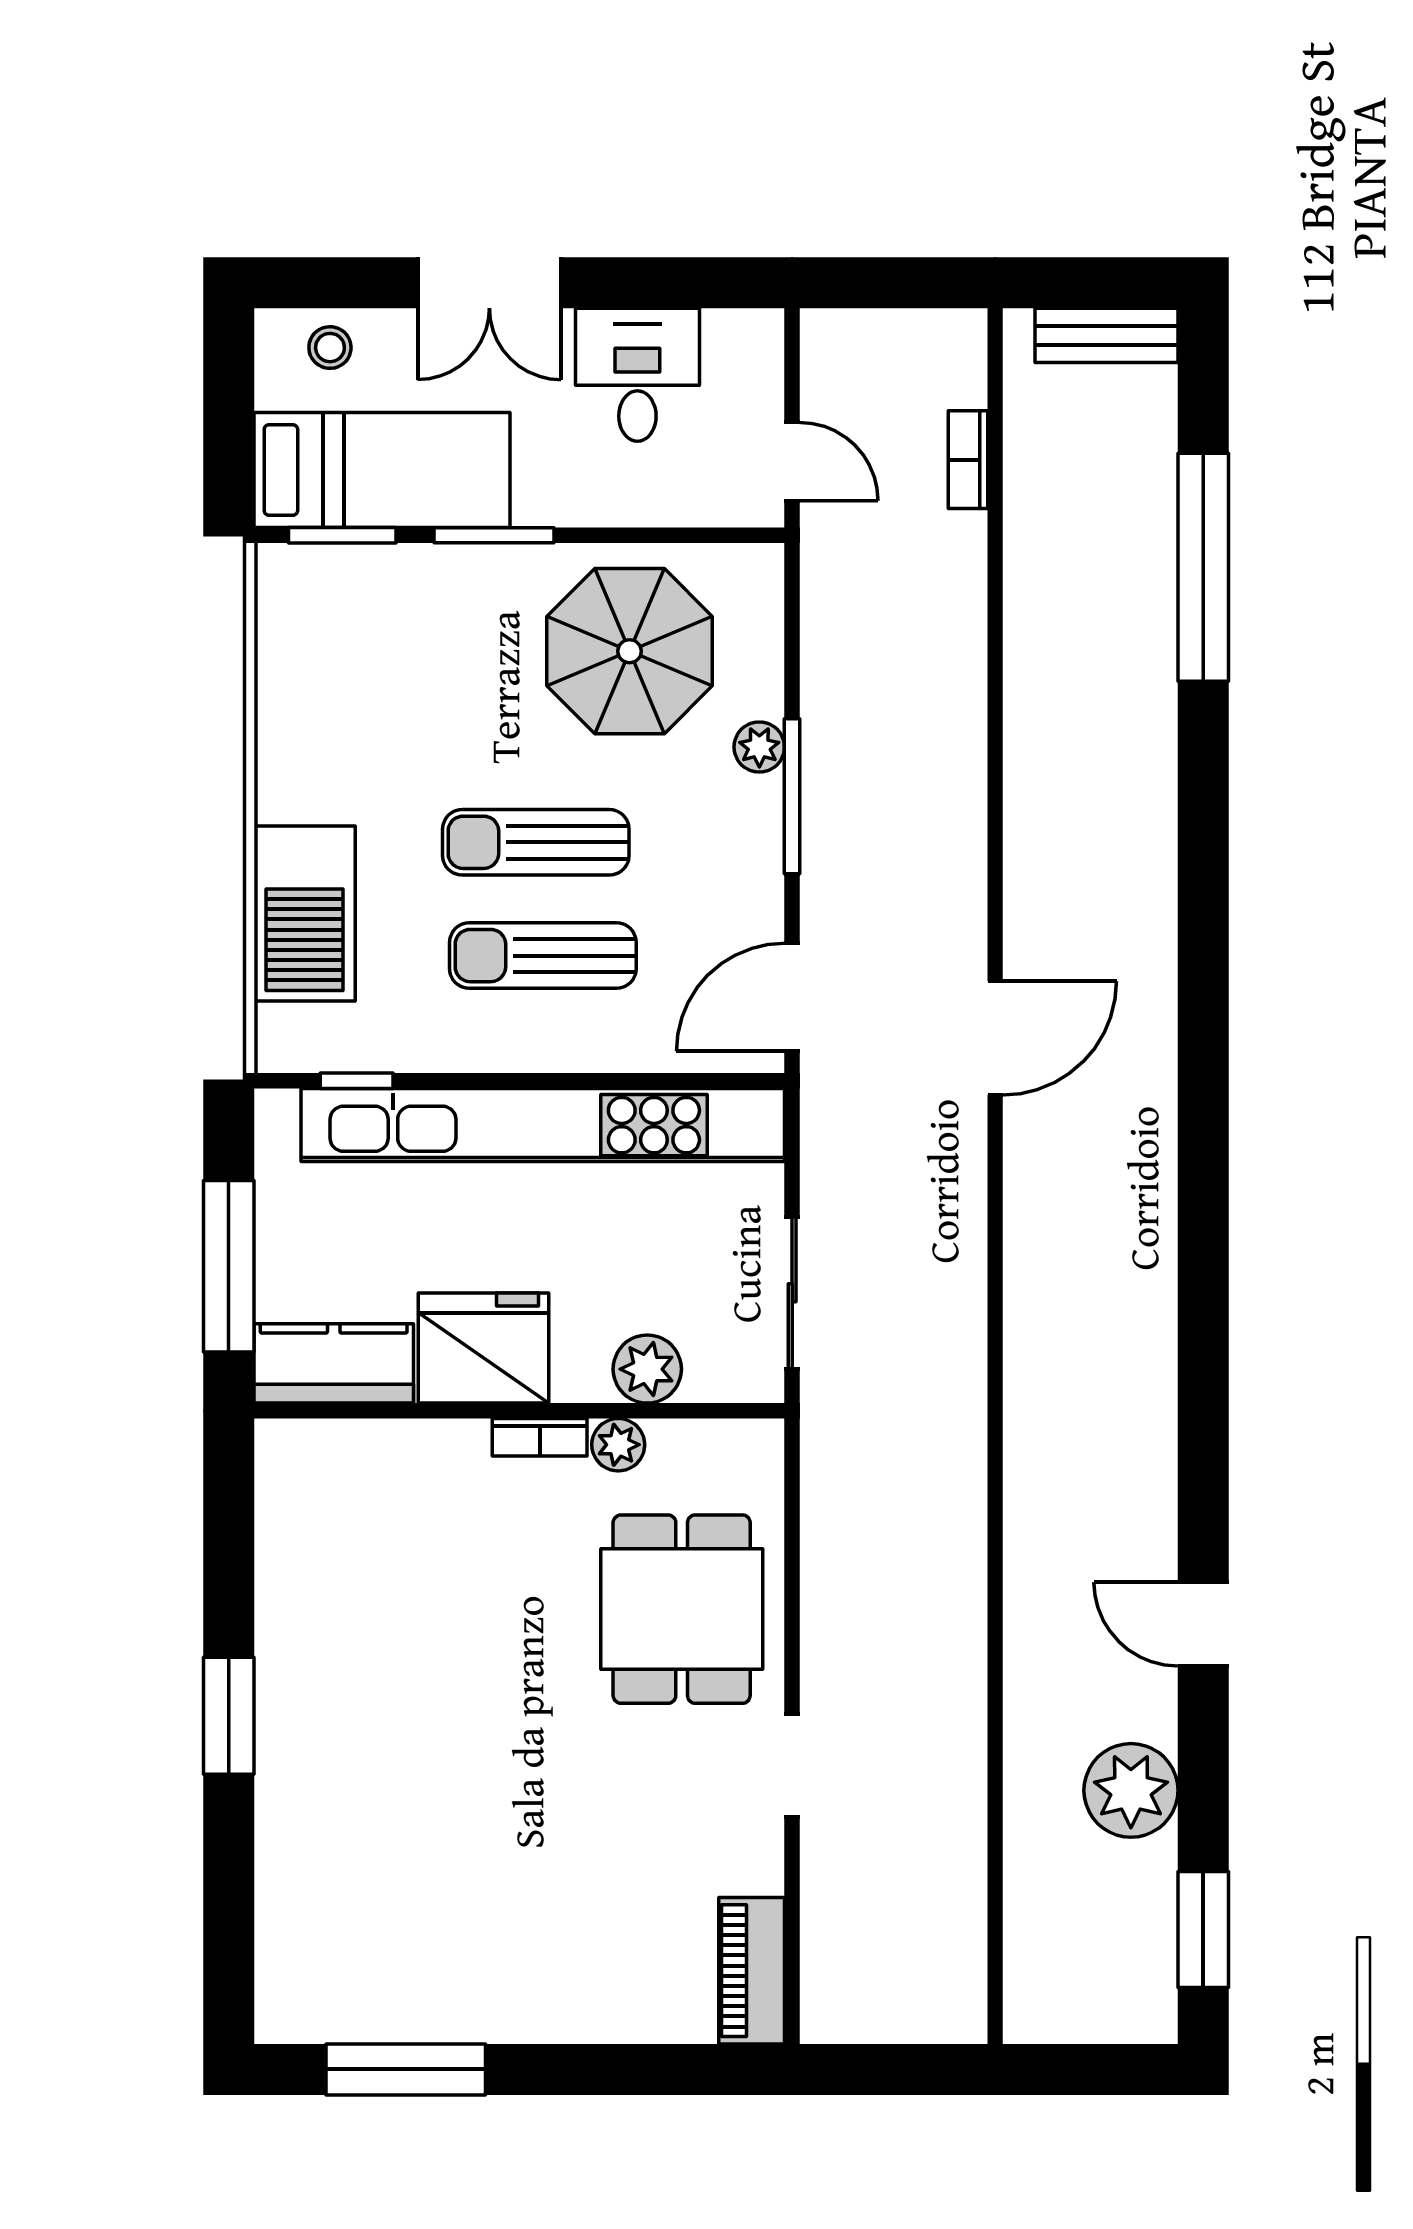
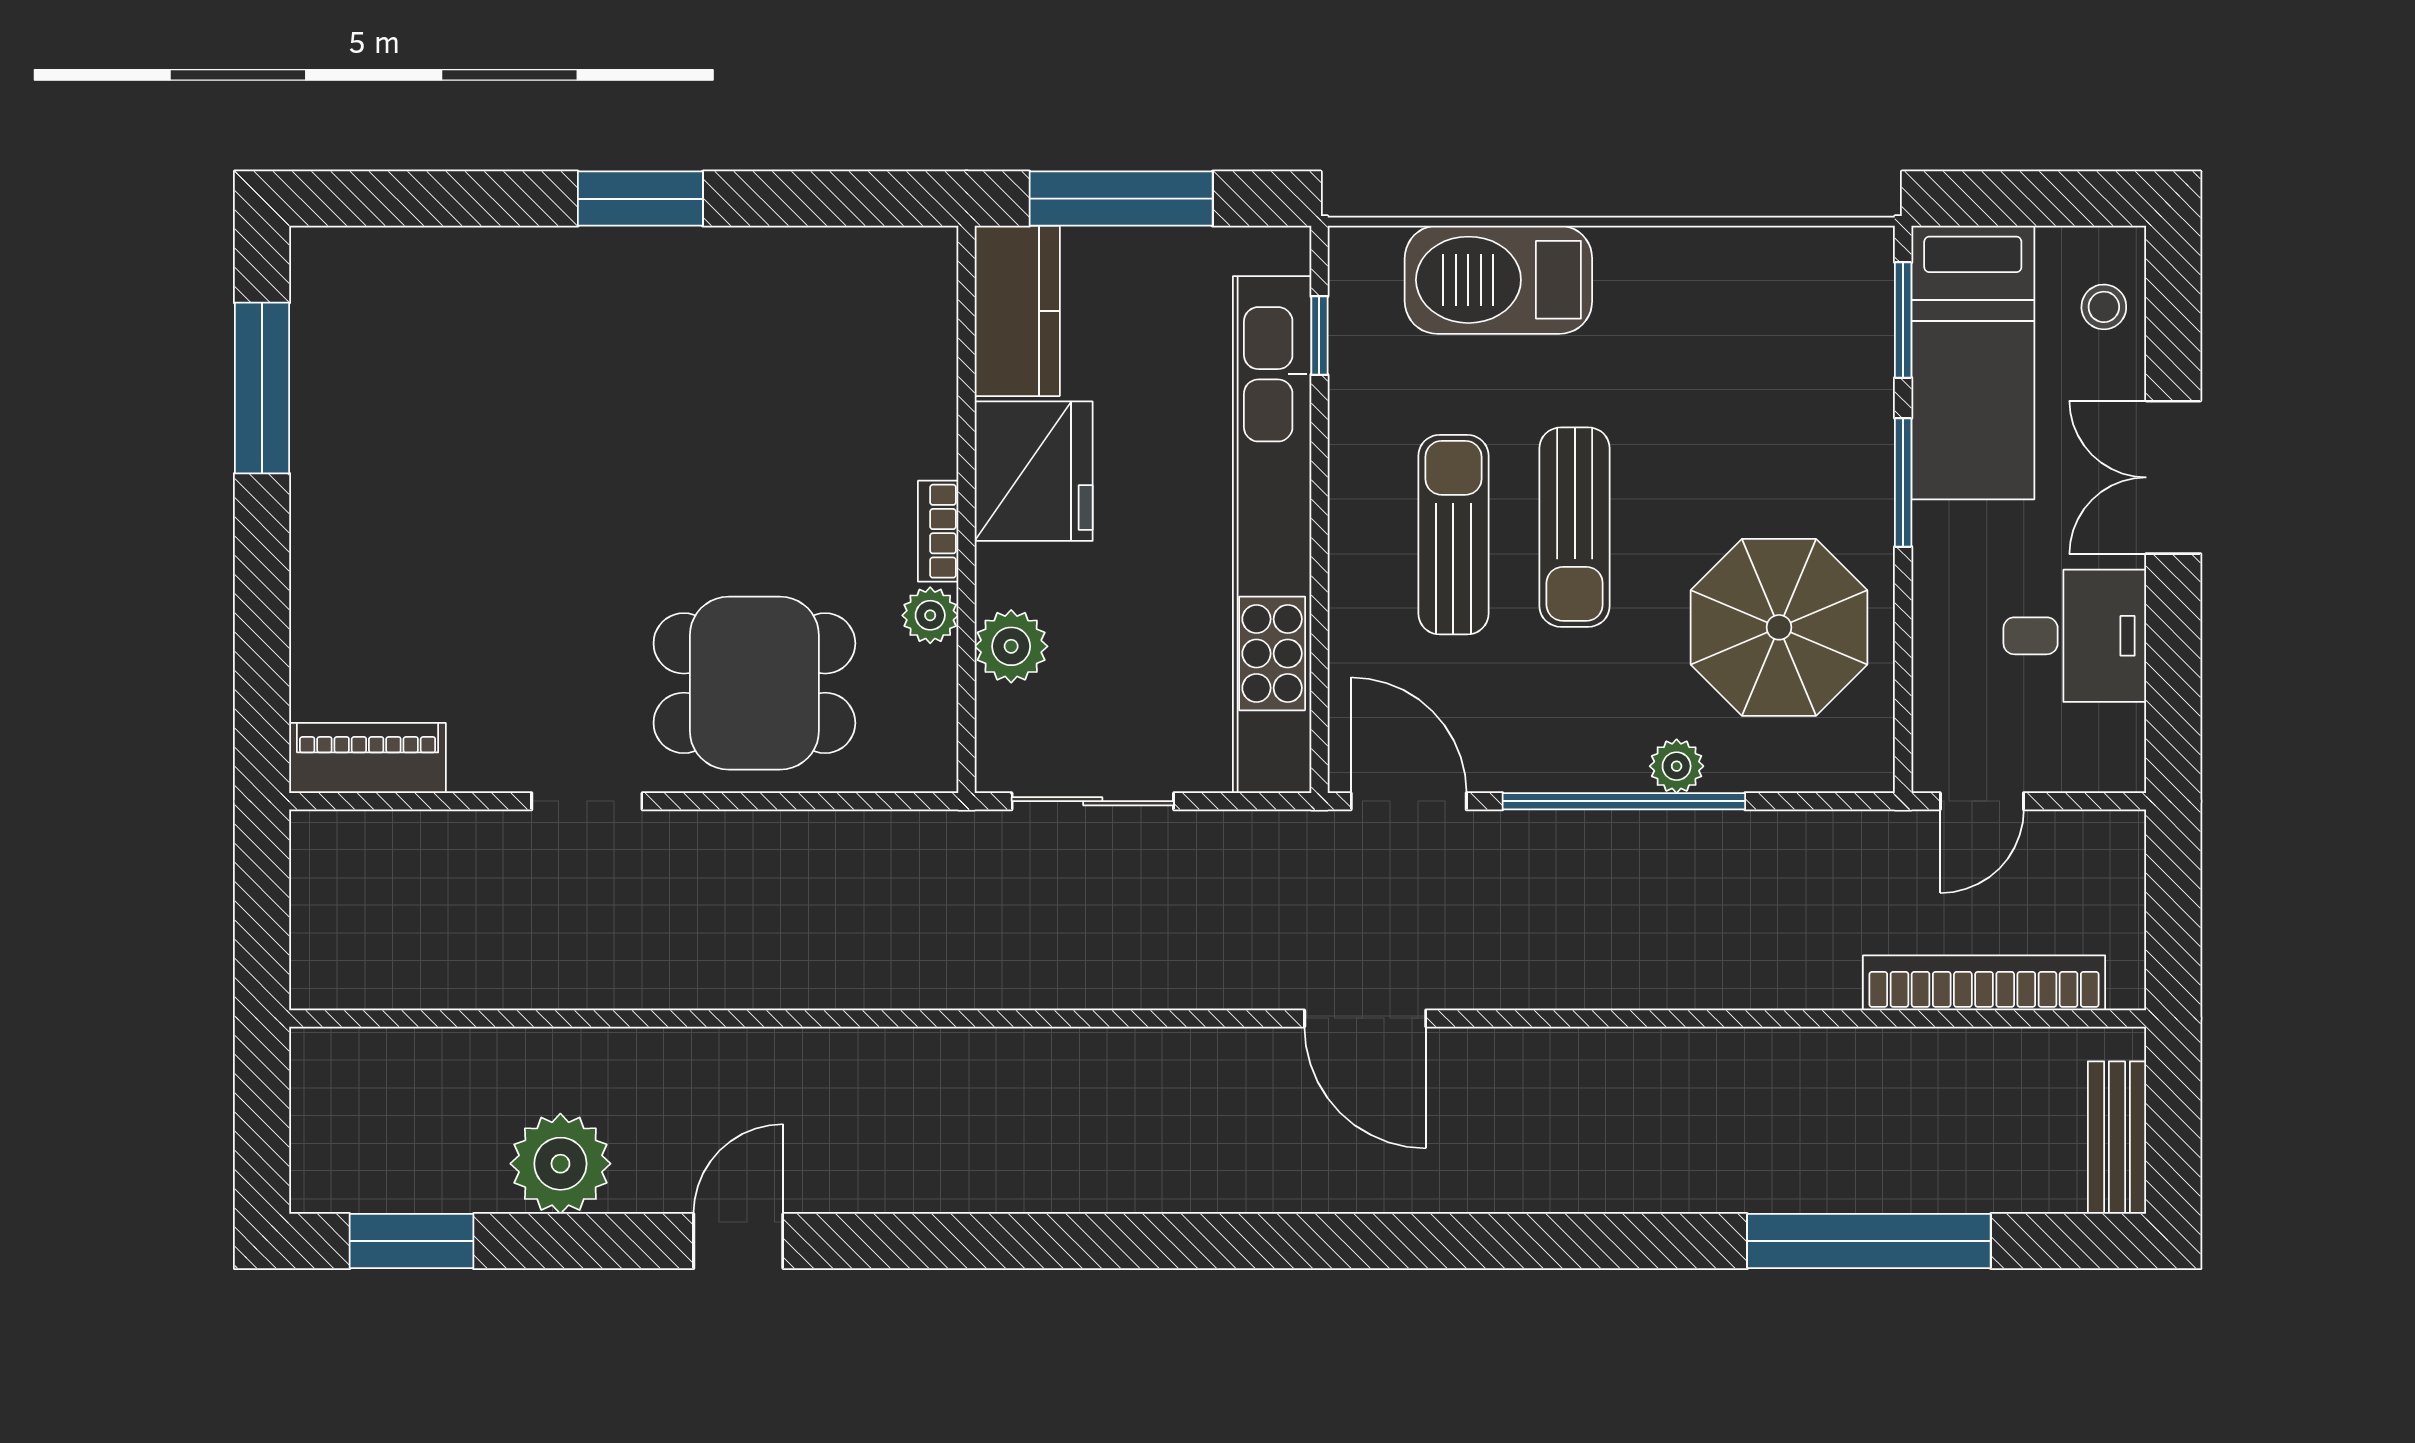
bookcase: (968, 460) -> (1984, 983), width x2.31, depth x1.31
window: (792, 796) -> (1624, 801), width x1.46
sun lounger: (536, 842) -> (1575, 527), turned 180

